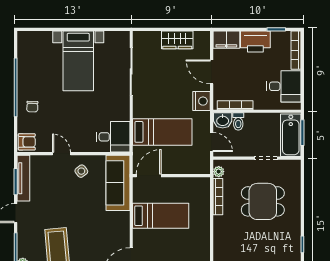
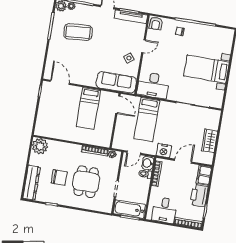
desk: (113, 137) -> (153, 85), width x1.37
chair: (263, 240) -> (59, 177), added

